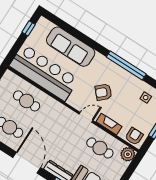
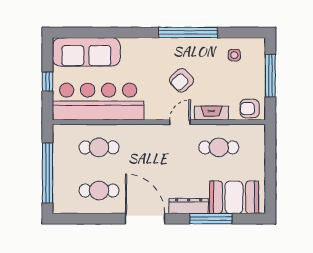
window: (29, 28) -> (47, 82), moved
sofa: (71, 47) -> (86, 52), moved
armchair: (134, 136) -> (250, 109), turned -90
plant: (128, 154) -> (256, 134), removed

